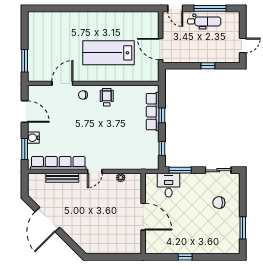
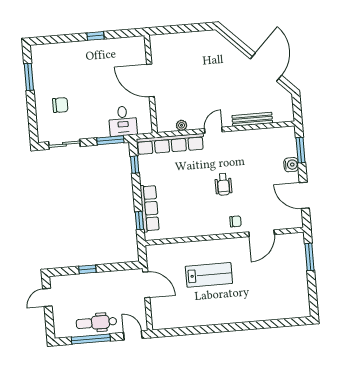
lab bench: (109, 53) -> (209, 275), width x0.73, depth x0.72
wheelchair: (107, 97) -> (223, 184), moved
window: (162, 115) -> (139, 221), moved
row of seats: (58, 163) -> (170, 144), moved

